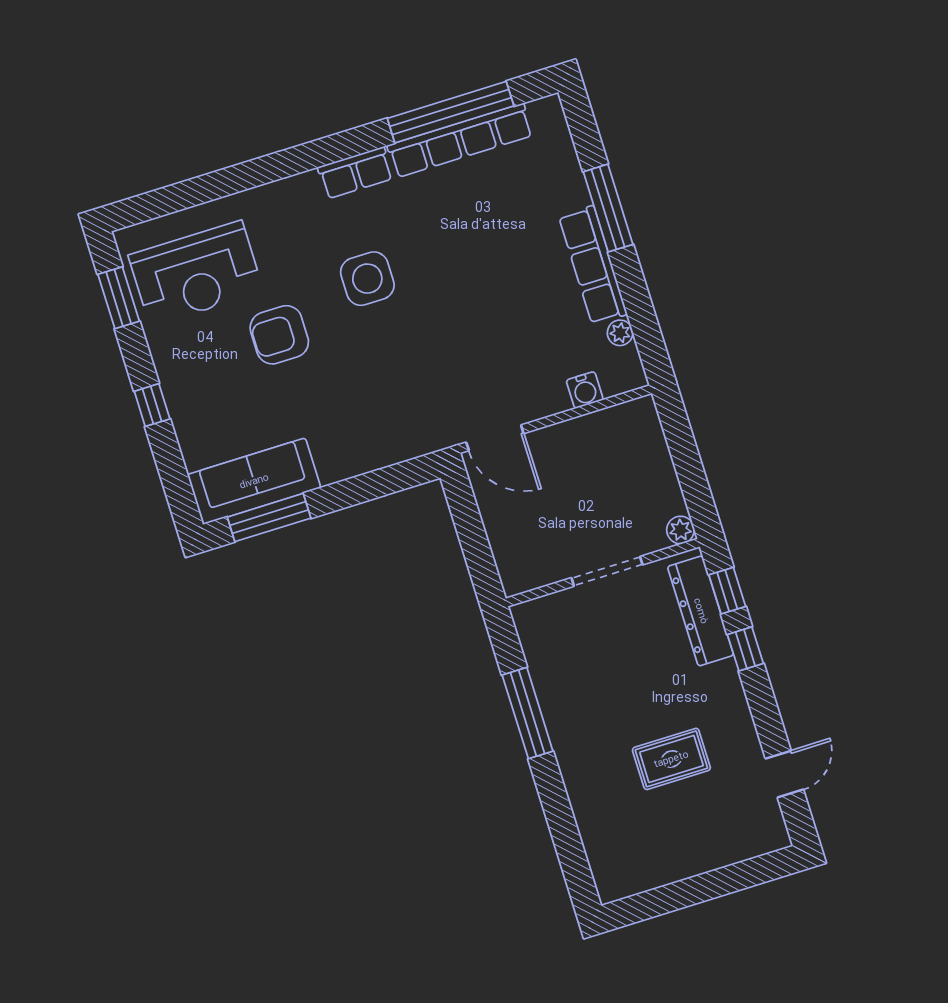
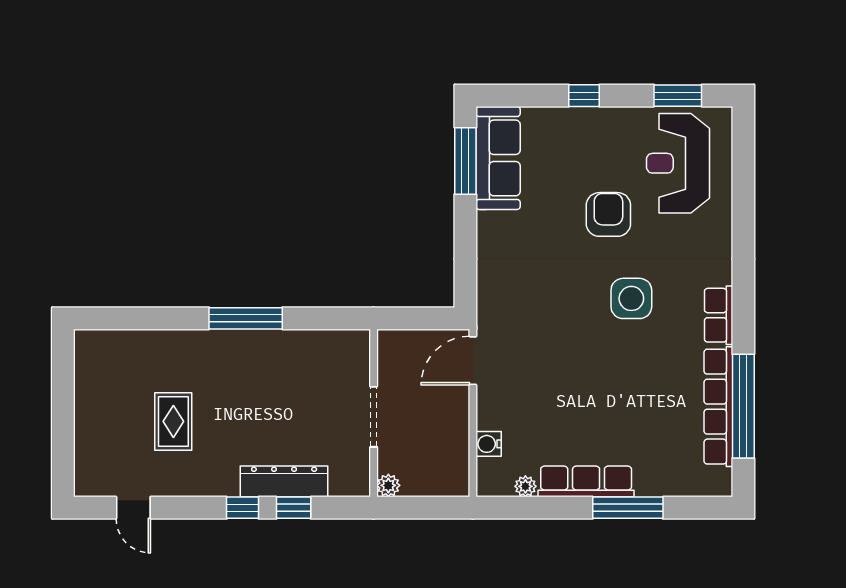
plant: (680, 530) -> (388, 485), moved
doorway: (607, 571) -> (374, 417), moved
wall: (603, 573) -> (374, 413), moved

